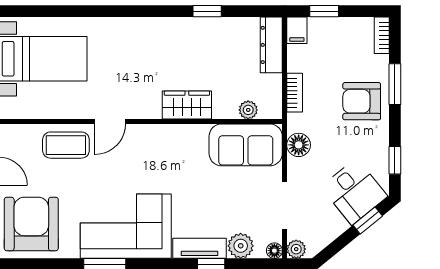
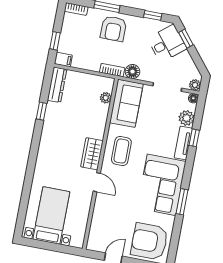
dresser: (271, 45) -> (57, 85), moved, turned -90
bookcase: (295, 93) -> (112, 70), moved
wardrobe: (187, 105) -> (92, 154), moved
coffee table: (66, 145) -> (121, 151), moved

